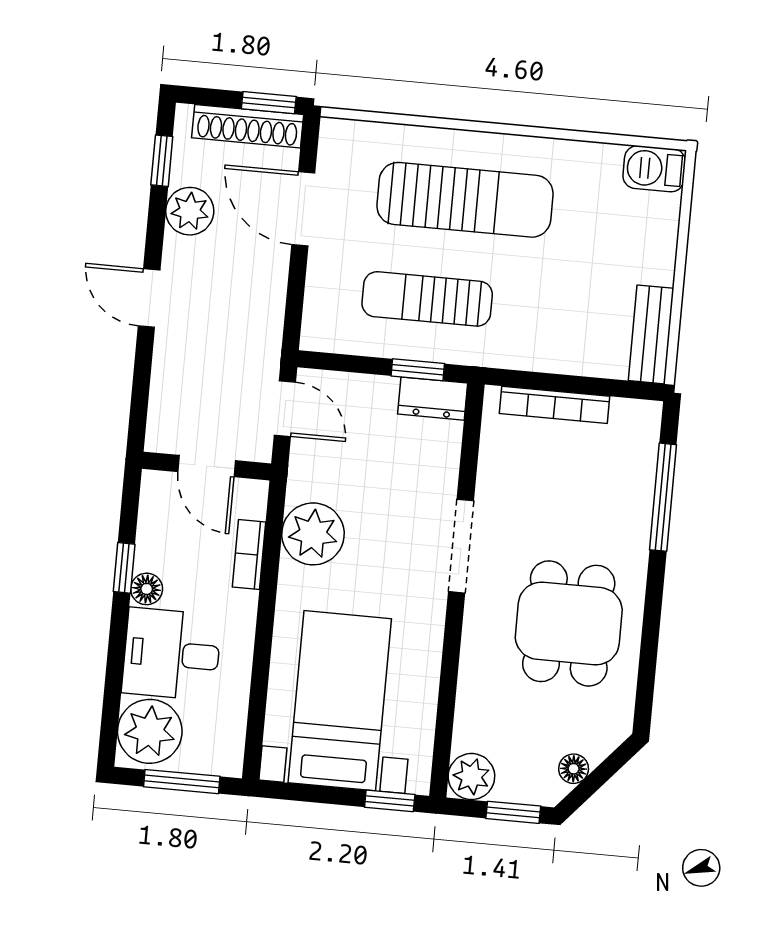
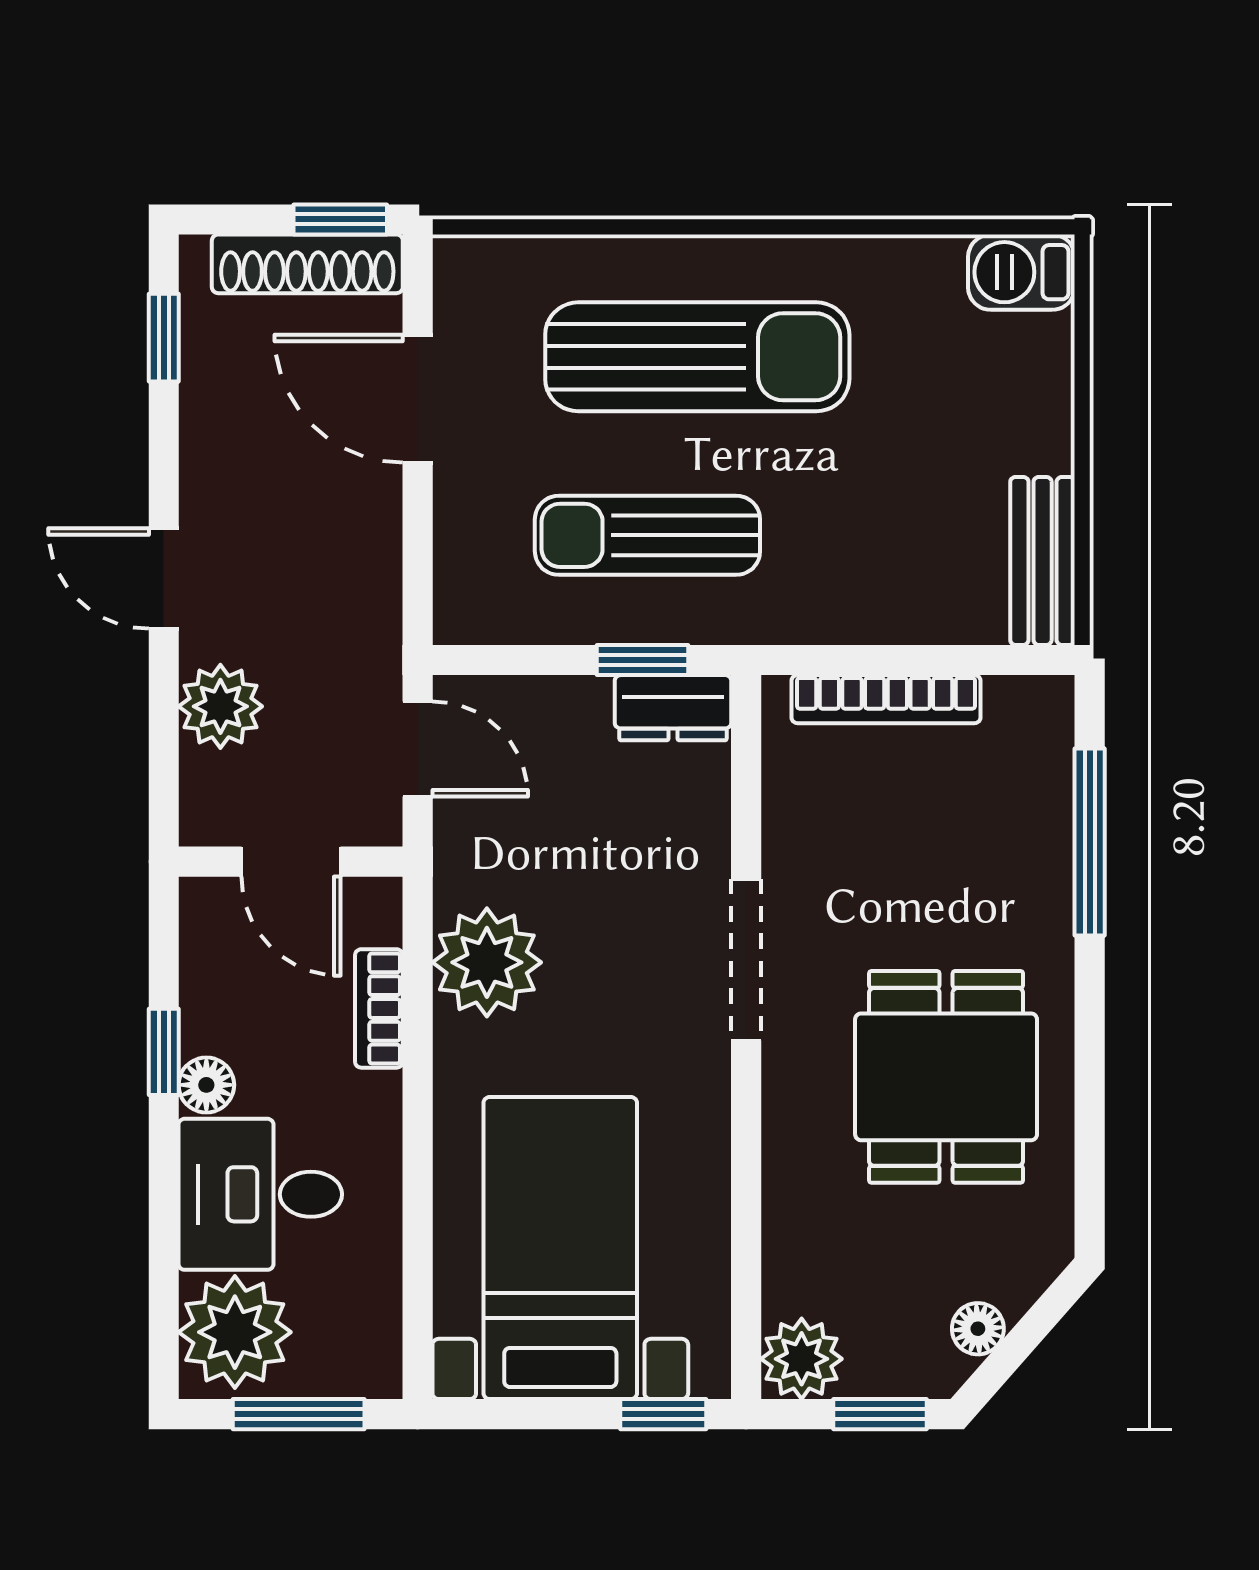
plant: (190, 211) -> (220, 706), moved

